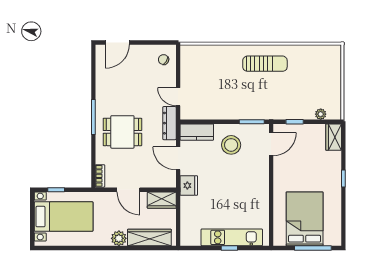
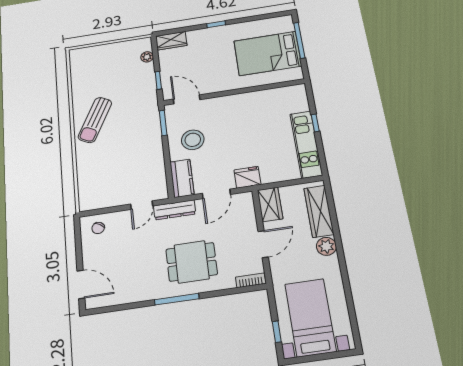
sun lounger: (265, 64) -> (95, 120), turned -153
dining table: (122, 132) -> (192, 262), turned 90
kitchen unit: (232, 237) -> (306, 144), moved

